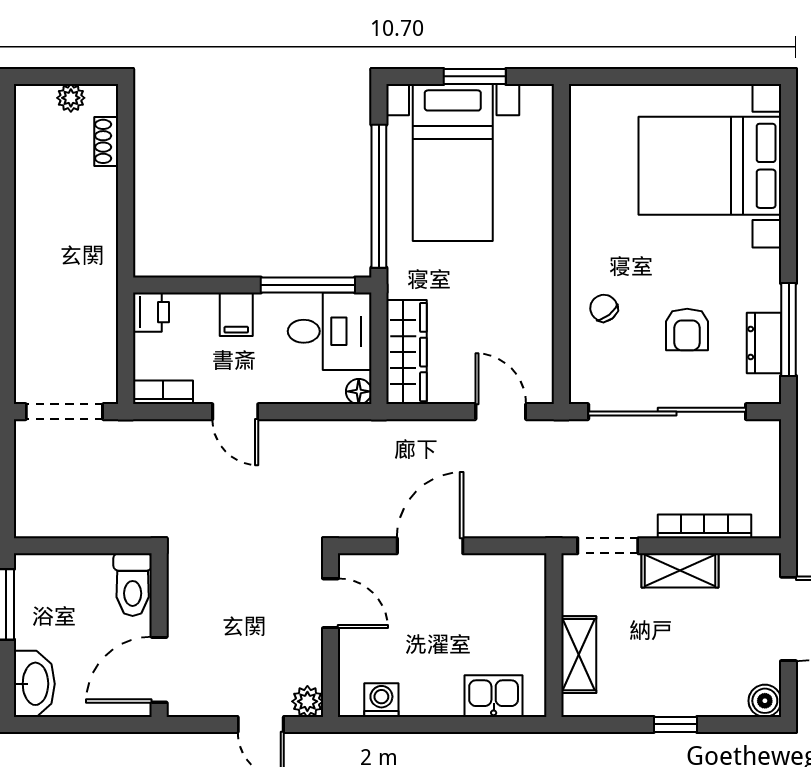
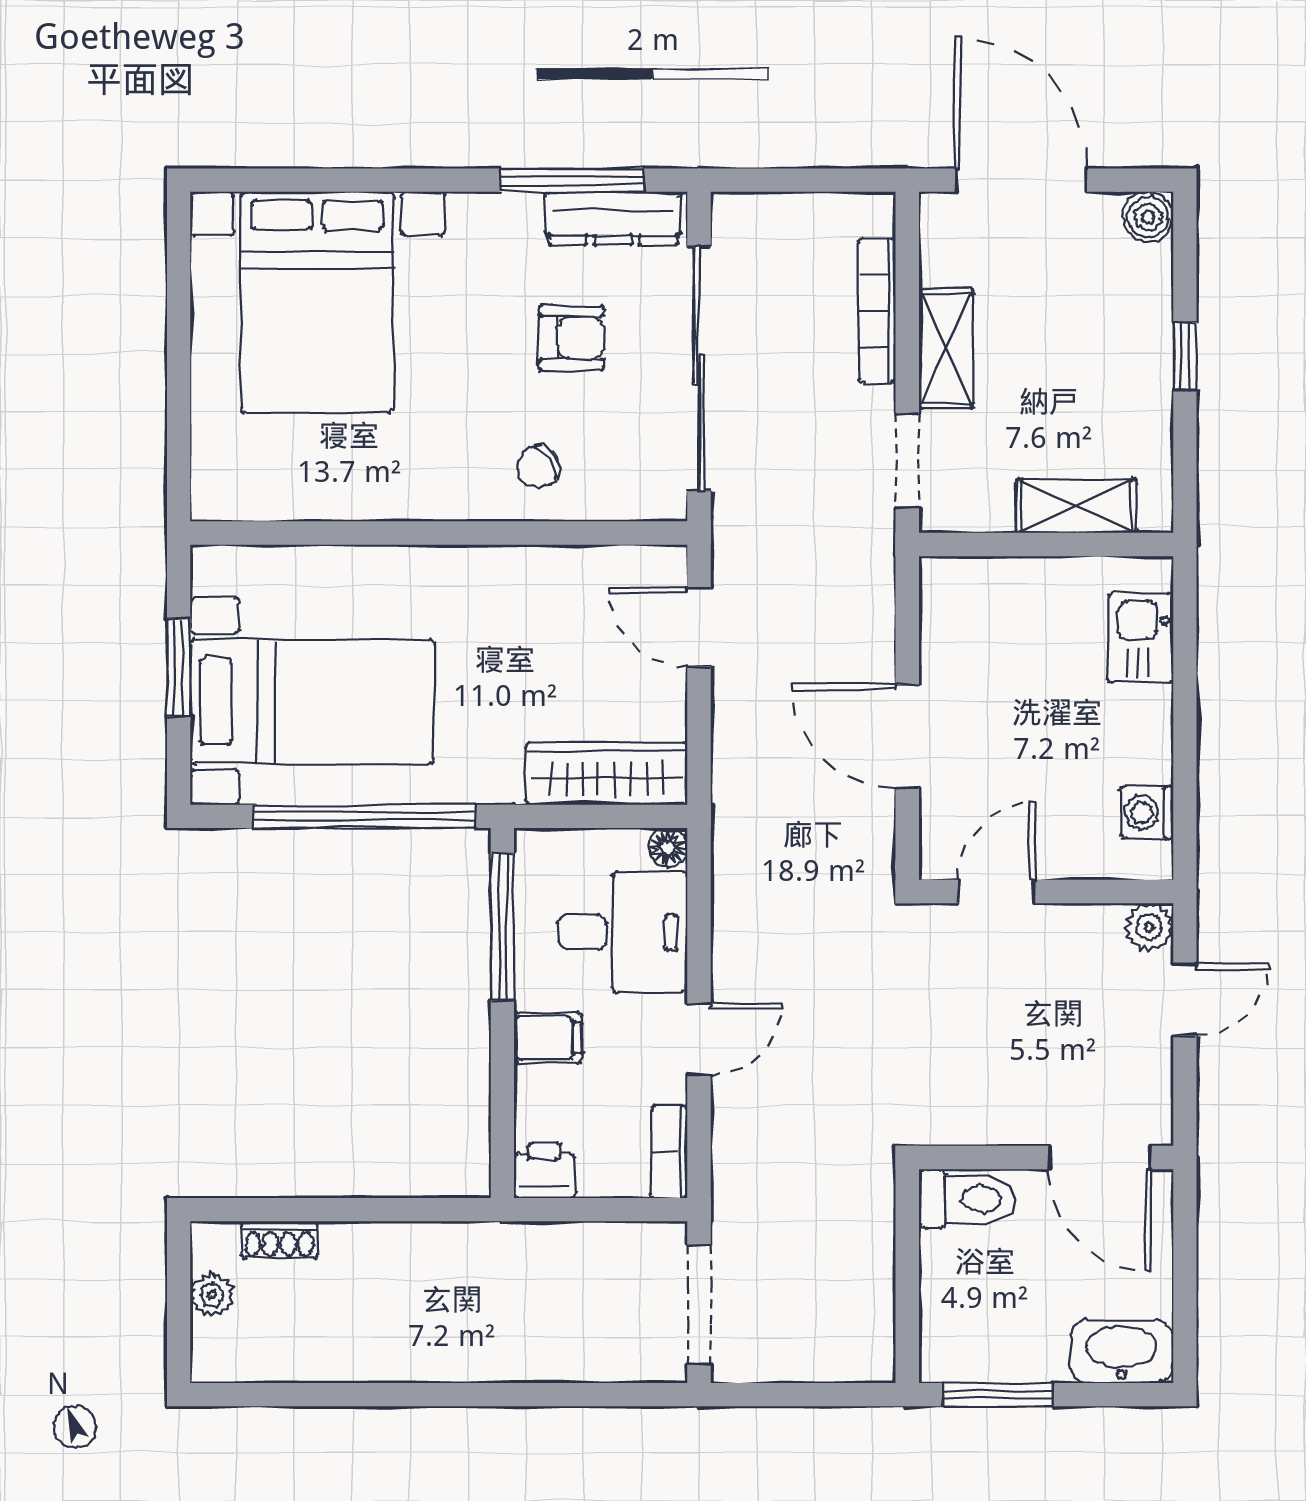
desk: (330, 331) -> (623, 932), moved, turned 90
dresser: (764, 343) -> (613, 218), width x1.44
door: (501, 412) -> (699, 627), hinge flipped

